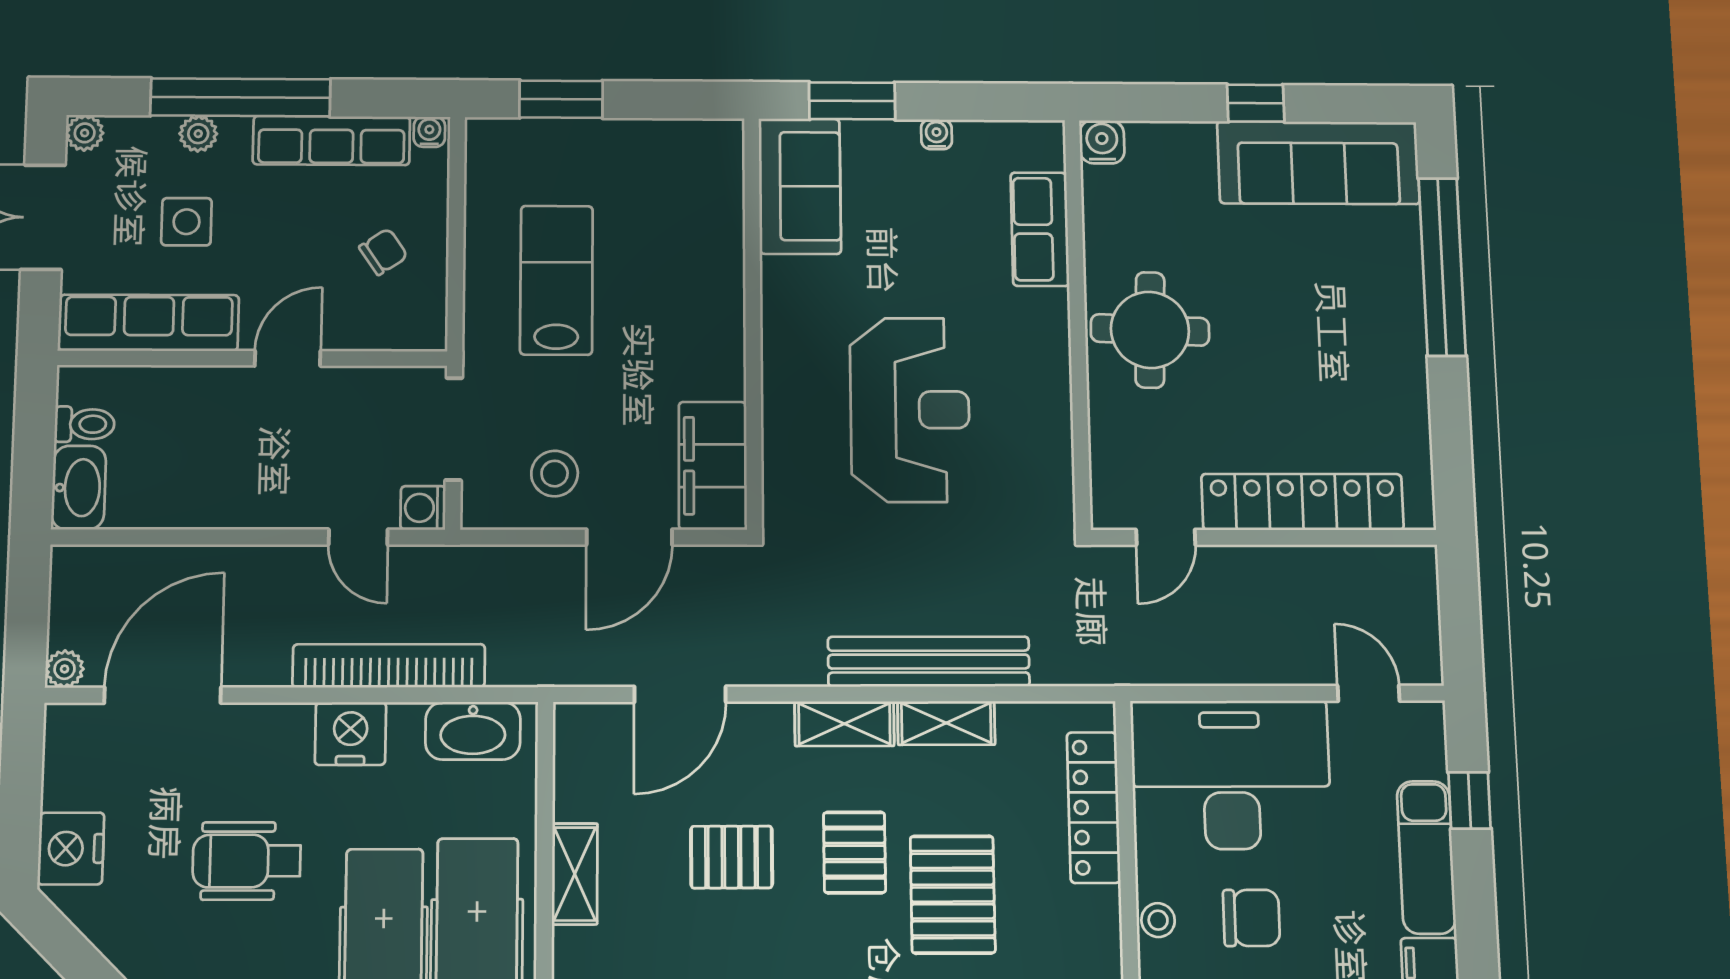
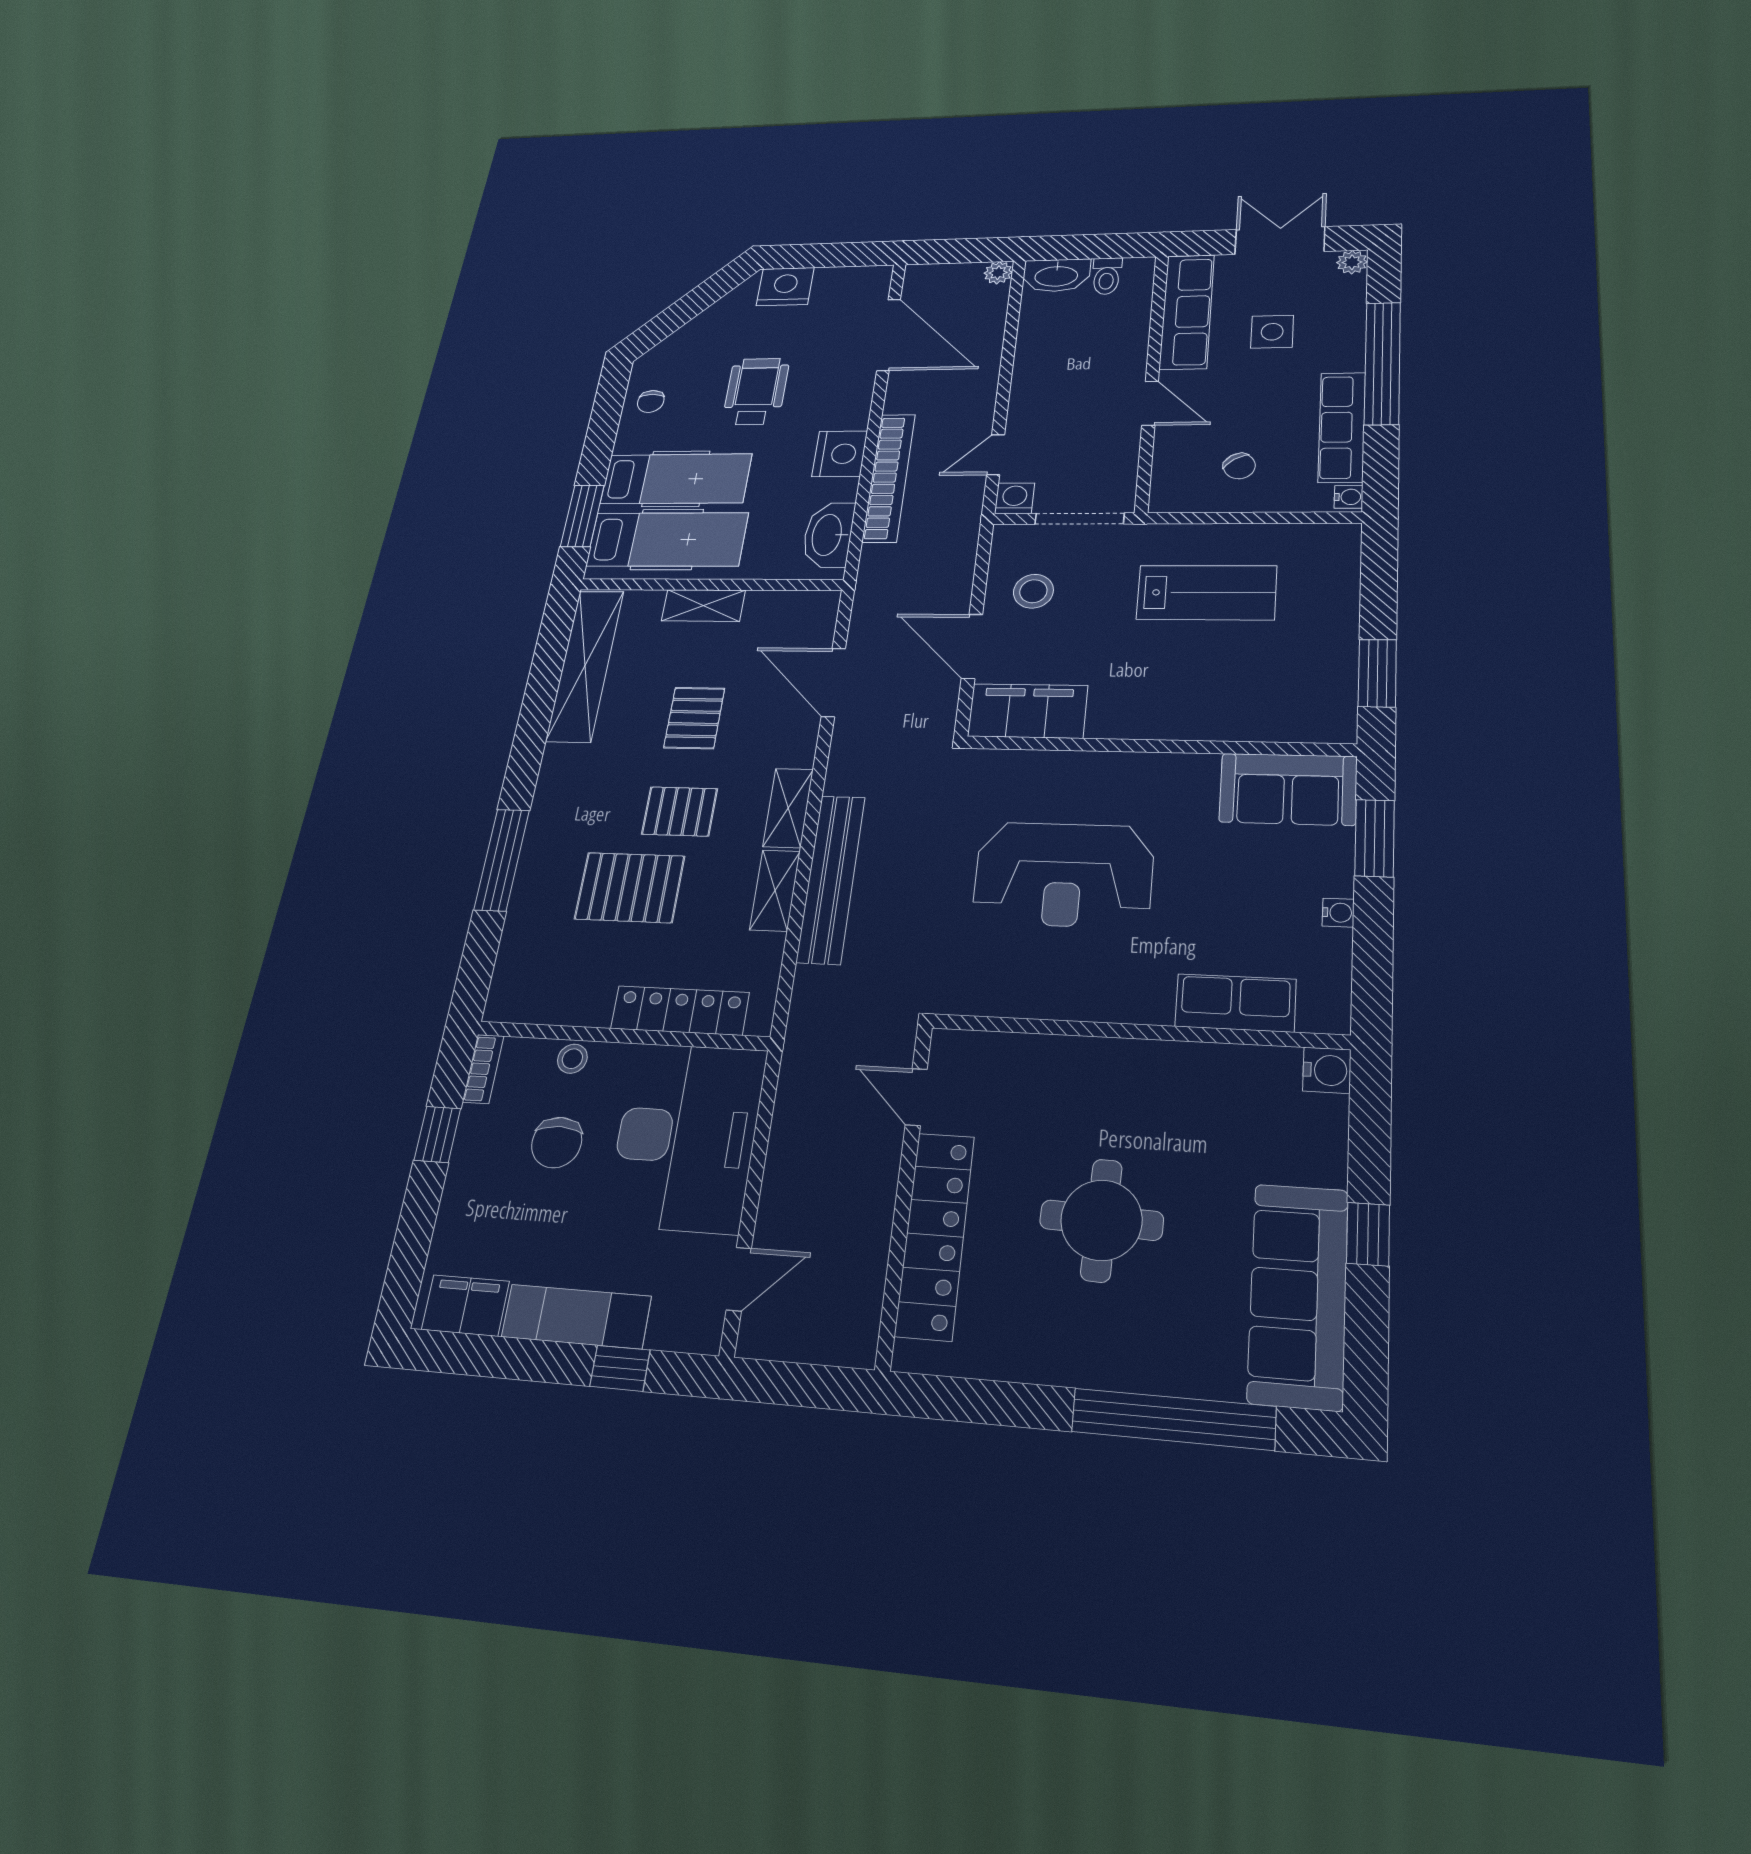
window: (561, 99) -> (1377, 673), moved
plant: (198, 134) -> (1350, 336), removed
round table: (1150, 330) -> (1101, 1220), moved
plant: (65, 669) -> (998, 273), moved

